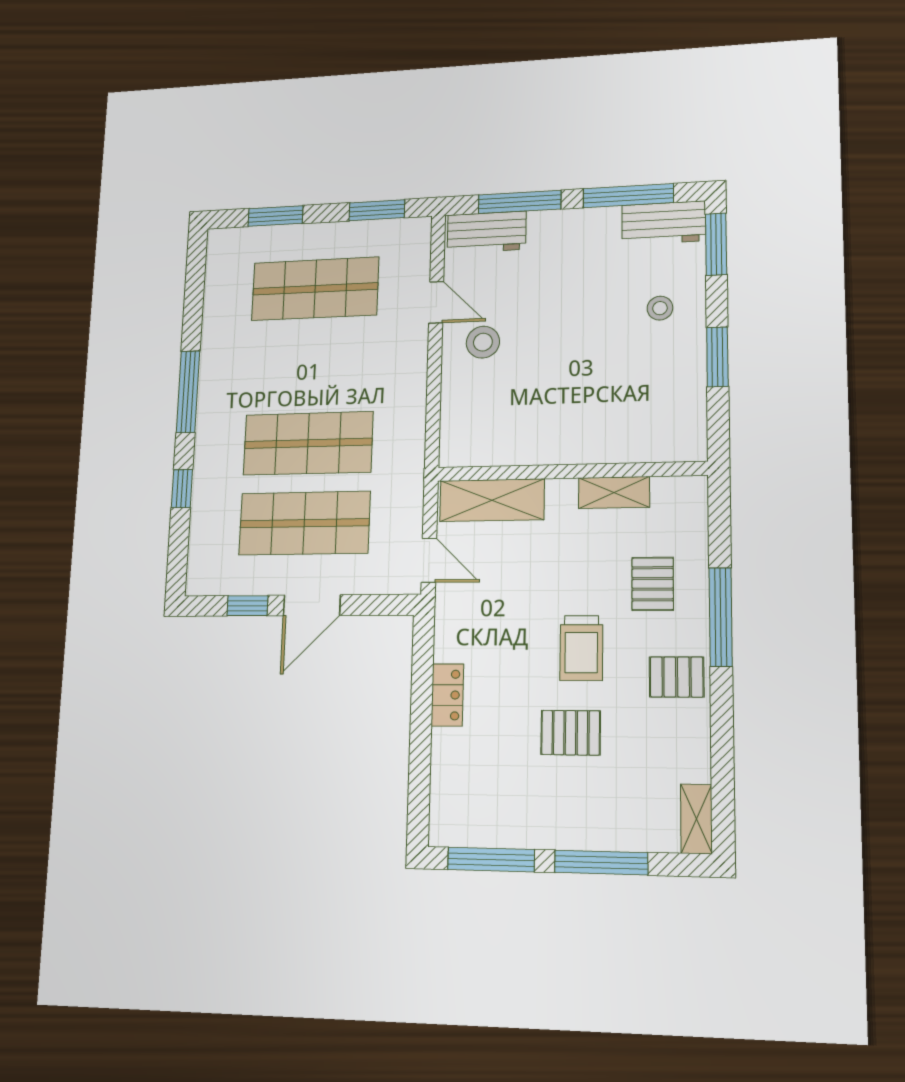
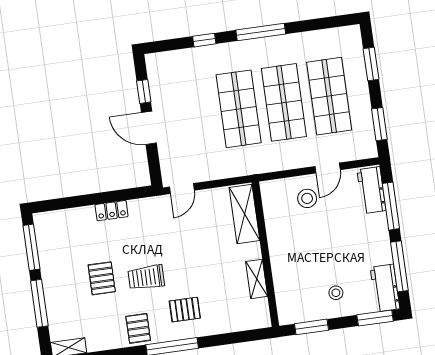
wall: (571, 471) -> (265, 254), moved
shelving: (614, 493) -> (257, 279), moved
shelving: (492, 500) -> (244, 214), moved
shop shelf: (304, 523) -> (284, 102), moved

